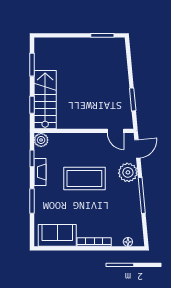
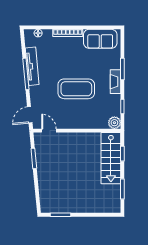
fireplace: (40, 172) -> (115, 82), moved
plant: (128, 172) -> (38, 94), removed
tv unit: (135, 204) -> (32, 66), added

